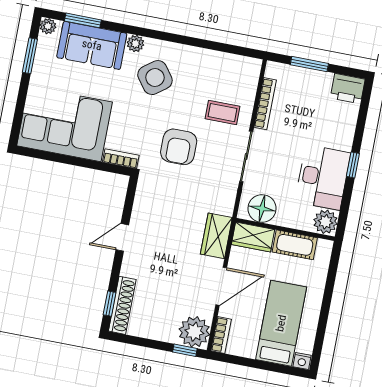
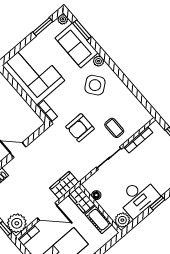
floor lamp: (262, 208) -> (96, 195), width x0.53, depth x0.53

